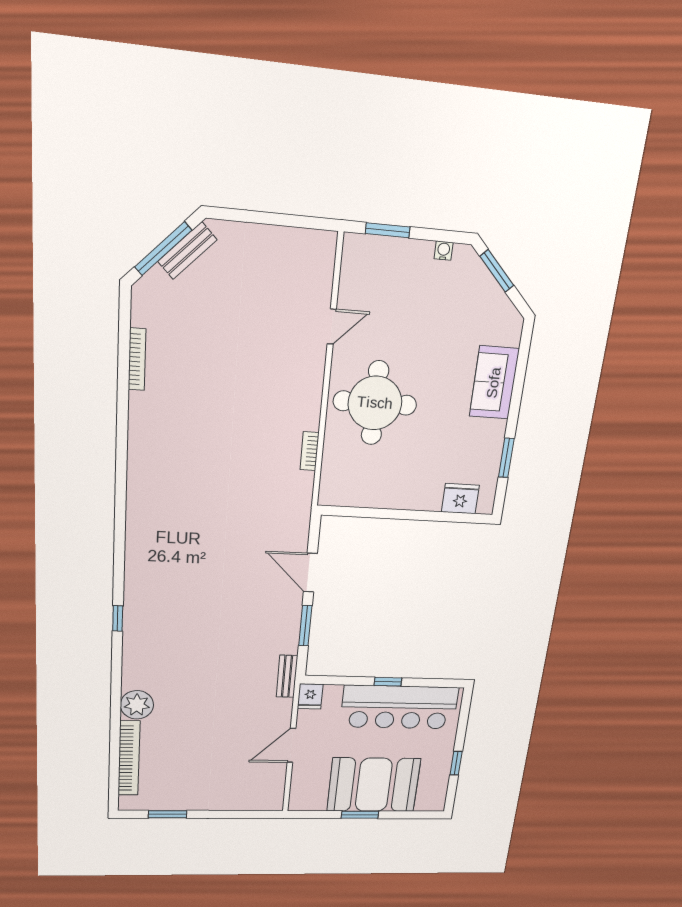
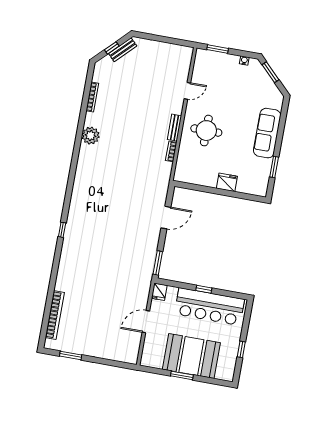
window: (163, 249) -> (112, 48), width x0.46
sofa: (494, 383) -> (267, 133), width x1.36
round table: (375, 403) -> (206, 131), width x0.73, depth x0.73
fridge: (460, 499) -> (227, 182), moved
door: (310, 573) -> (166, 218), swing flipped
window: (305, 626) -> (158, 263), moved
bench: (287, 676) -> (174, 128), moved
plant: (137, 705) -> (91, 136), moved

